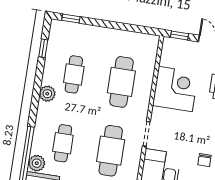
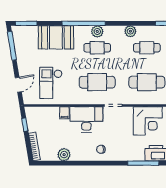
plant: (37, 163) -> (97, 31), moved

